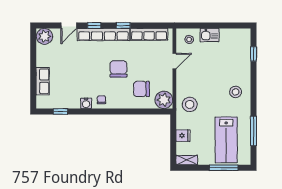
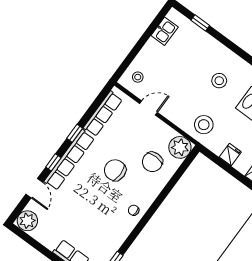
kitchen sink: (210, 35) -> (165, 31), moved
door: (174, 61) -> (149, 108), hinge flipped
stool: (236, 92) -> (219, 81), moved
water cooler: (86, 103) -> (126, 228), removed

